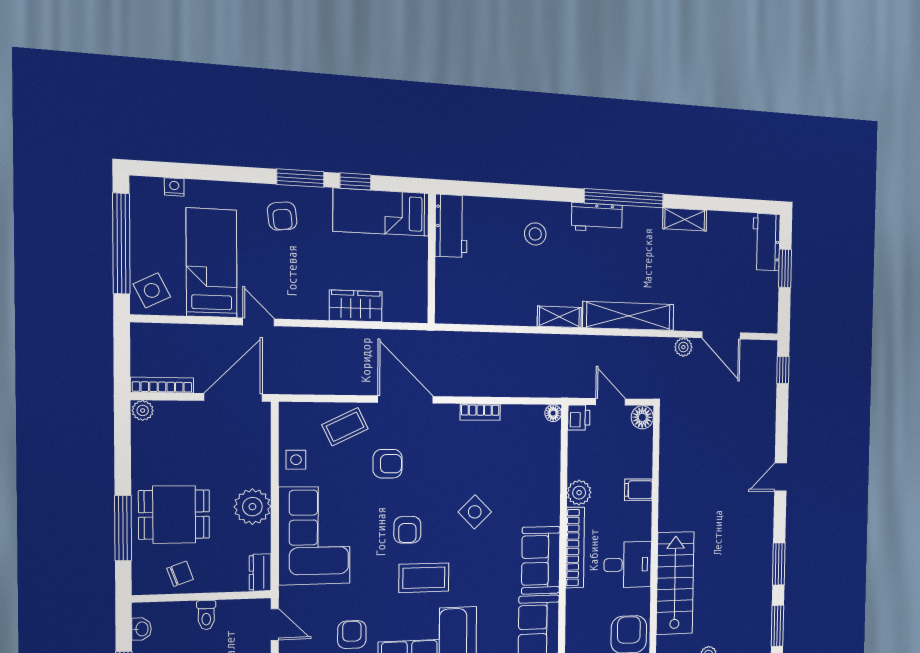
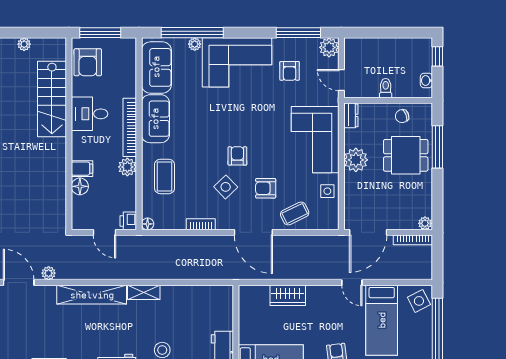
floor lamp: (642, 417) -> (80, 186), moved
side table: (475, 512) -> (226, 187), moved
armchair: (407, 530) -> (237, 156), moved
coffee table: (424, 578) -> (165, 176), moved, turned 90

